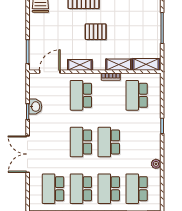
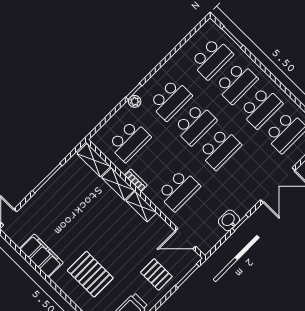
pallet: (96, 32) -> (156, 274), moved
shelving: (80, 65) -> (141, 207), moved
school desk: (137, 142) -> (171, 100), added
plant: (156, 164) -> (135, 101), moved

